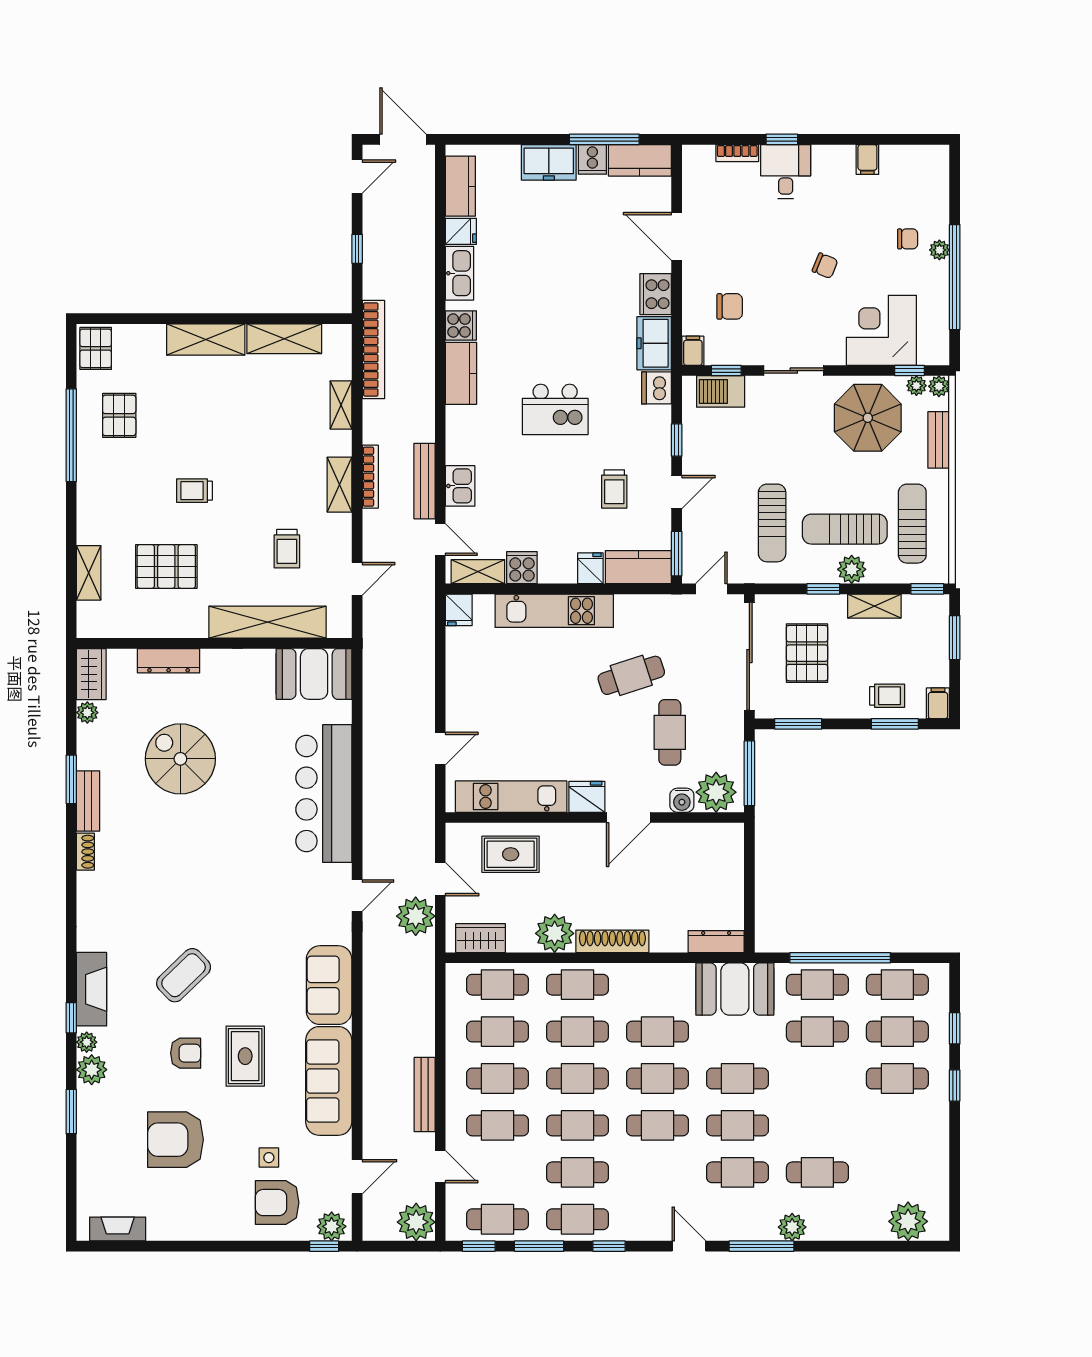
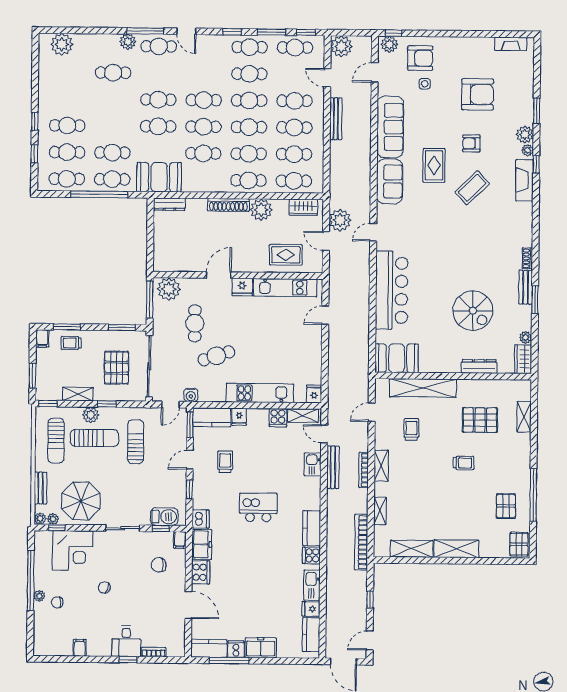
water cooler: (682, 800) -> (191, 395), moved, turned 180
rug: (245, 1056) -> (434, 165), moved
cafe table: (737, 1172) -> (159, 46), moved

